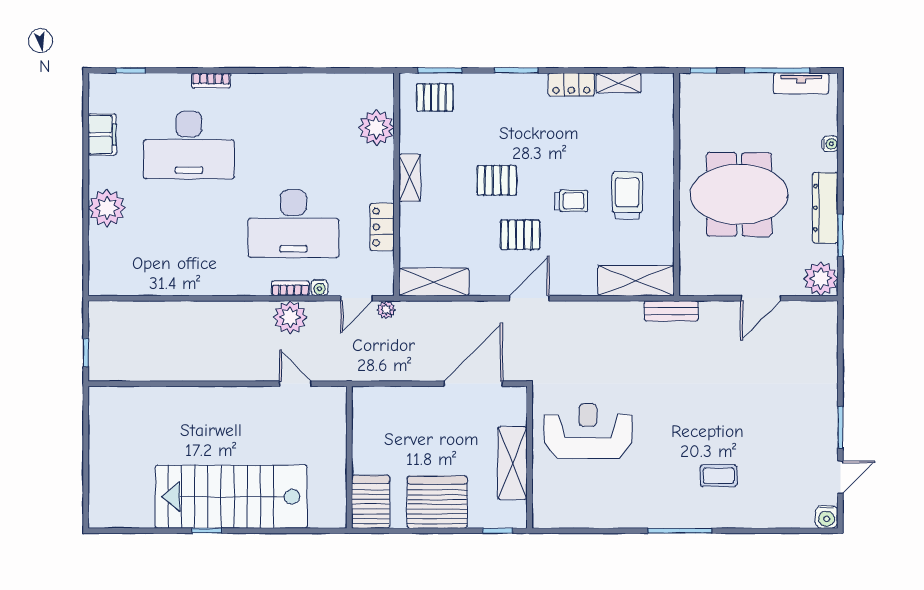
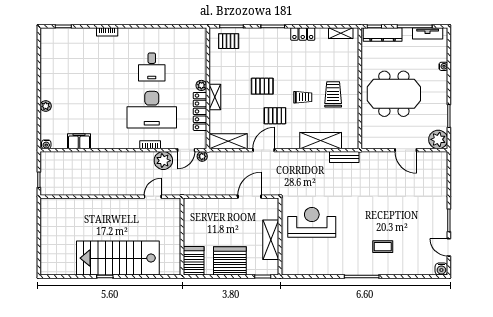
shelving: (619, 83) -> (341, 33), moved
plant: (376, 128) -> (201, 85), moved, width x0.53, depth x0.53
filing cabinet: (102, 135) -> (79, 141), moved, turned -90
desk: (189, 145) -> (152, 67), moved, width x0.53, depth x0.77
shelving: (410, 178) -> (215, 97), moved
plant: (107, 208) -> (46, 106), width x0.53, depth x0.53
dresser: (825, 208) -> (383, 35), moved, turned -90
locker: (382, 227) -> (200, 111), width x1.53
shelving: (636, 281) -> (321, 141), moved
water cooler: (319, 288) -> (46, 144), moved
door: (529, 298) -> (264, 150), moved
door: (761, 298) -> (406, 150), hinge flipped
bench: (671, 311) -> (344, 157), moved
plant: (290, 317) -> (163, 161), moved
door: (295, 384) -> (153, 197), hinge flipped
door: (473, 384) -> (250, 197), width x0.73
door: (840, 477) -> (449, 247), swing flipped

